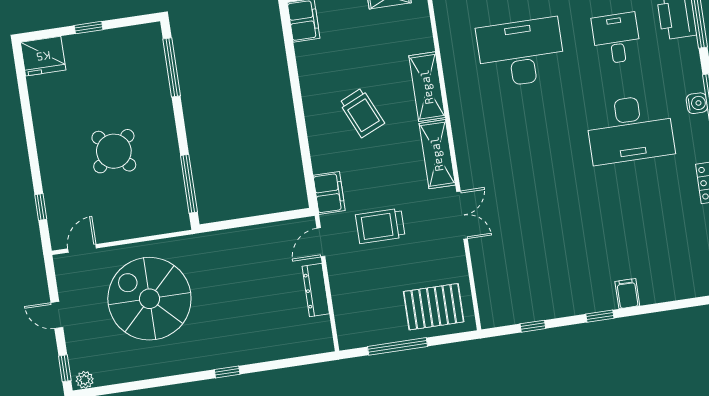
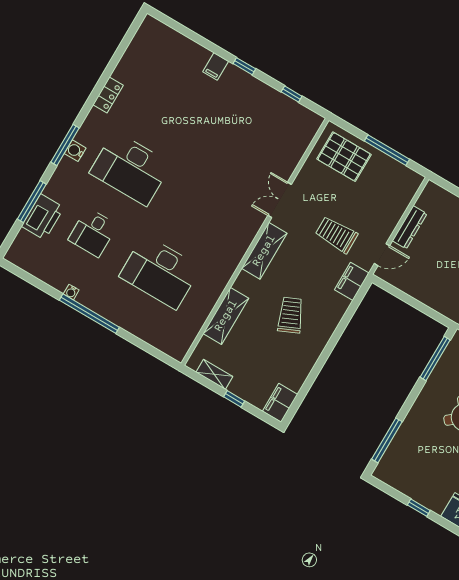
shelving: (427, 87) -> (226, 316), moved
desk: (630, 129) -> (130, 168), turned 180
trolley: (380, 226) -> (336, 235), turned 180

